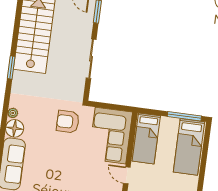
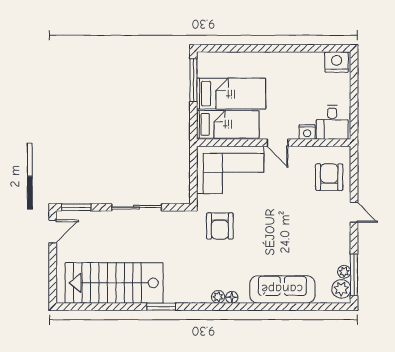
floor lamp: (15, 128) -> (232, 297), width x0.53, depth x0.53
bed: (189, 147) -> (231, 94), moved
door: (127, 175) -> (278, 143), hinge flipped

